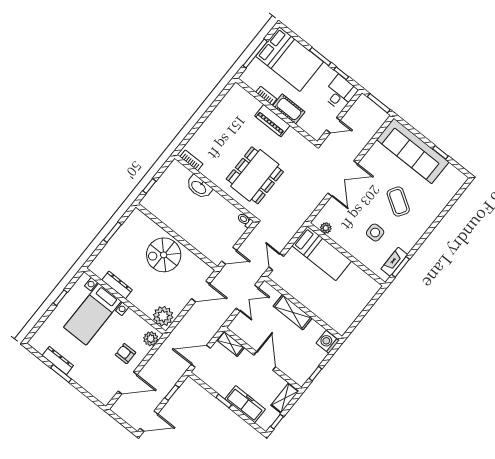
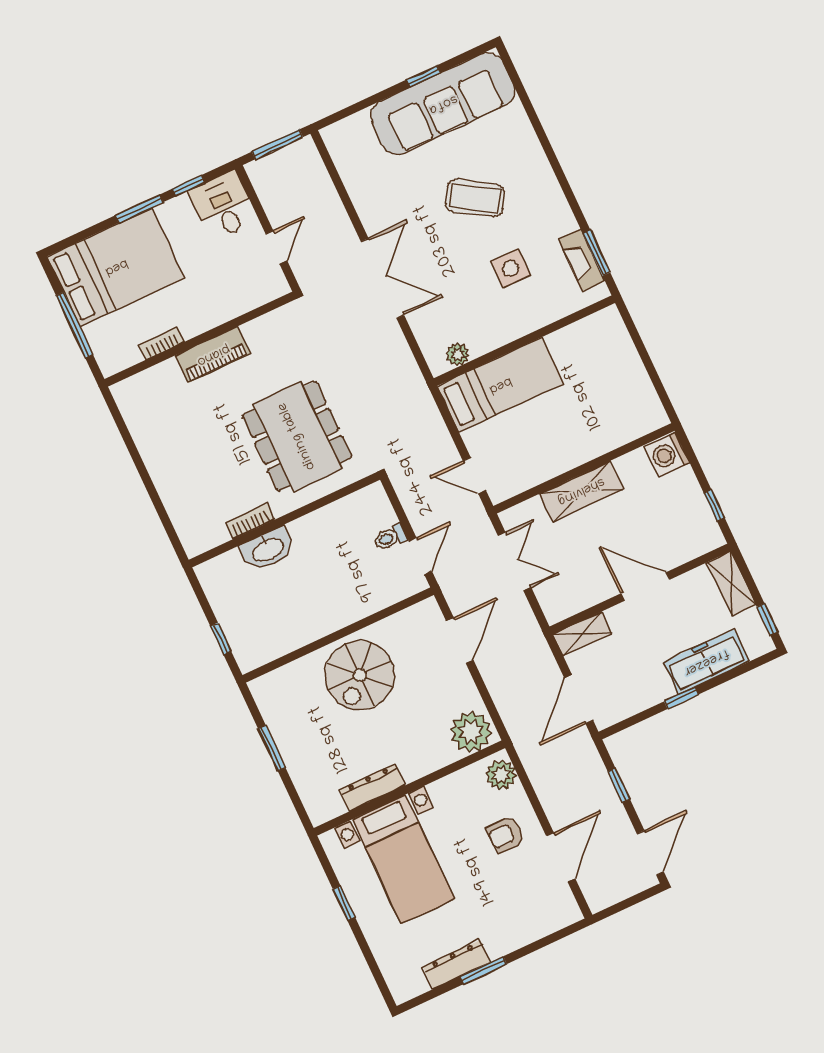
cot: (289, 109) -> (206, 314), removed
sofa: (413, 151) -> (443, 104), moved
bookcase: (191, 160) -> (250, 521), moved
toilet: (245, 220) -> (390, 537), moved

